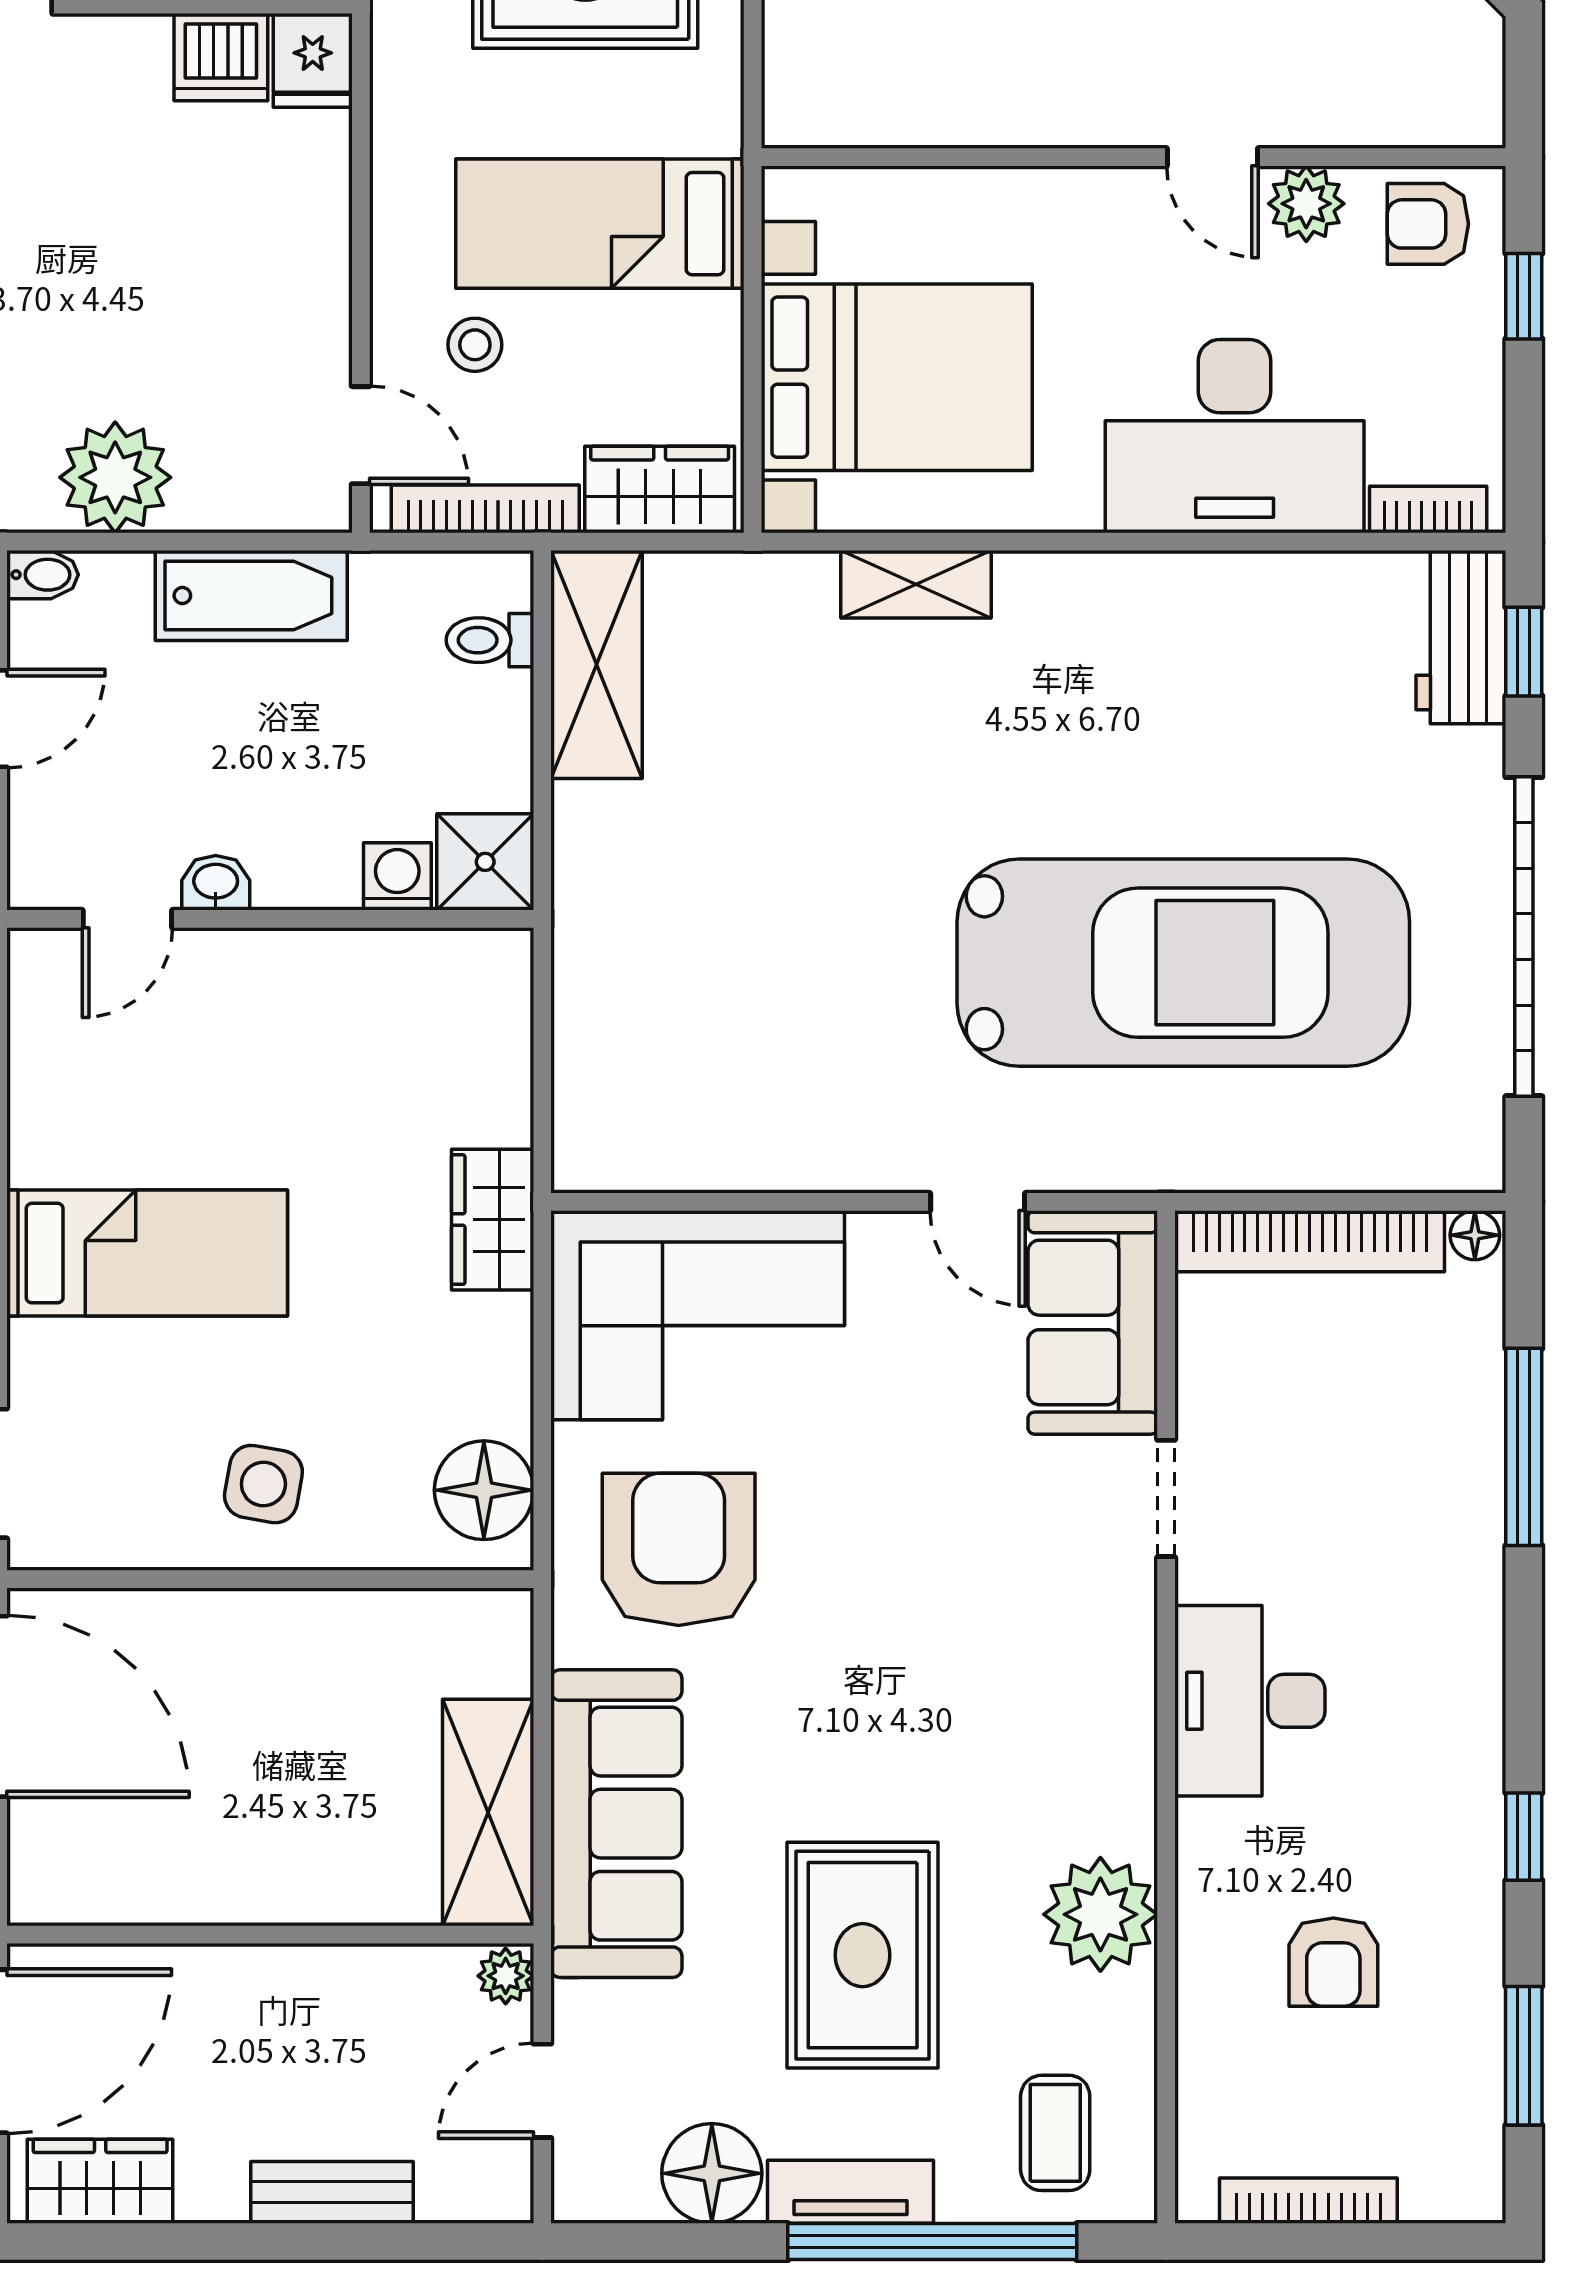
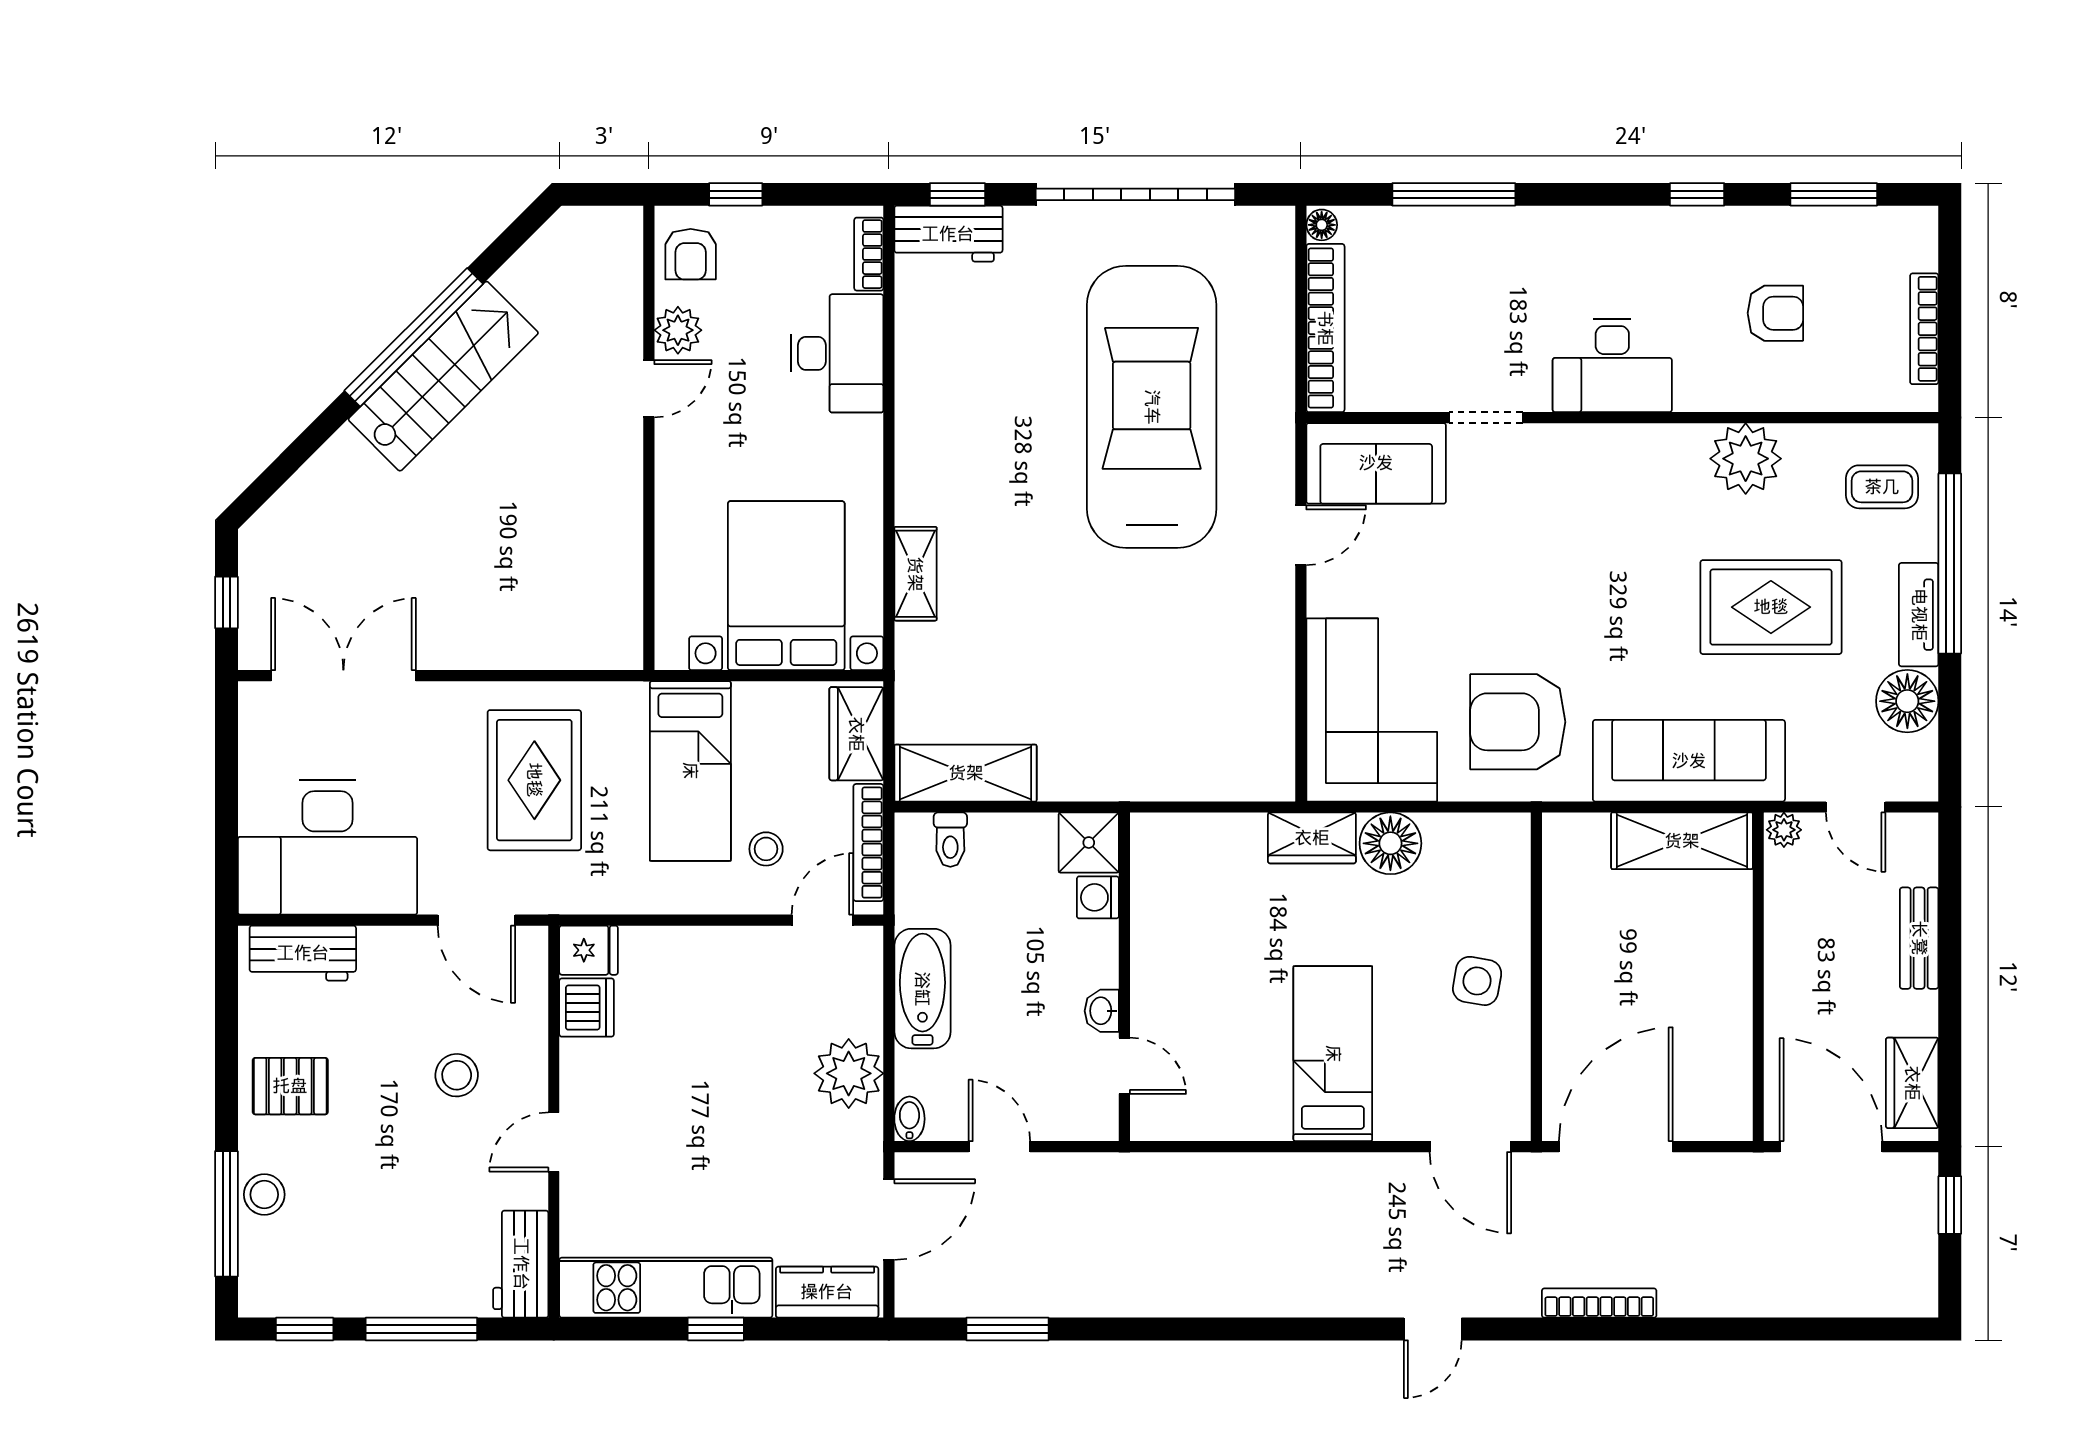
desk: (1235, 436) -> (837, 353), width x0.73, depth x0.77
floor lamp: (484, 1490) -> (1390, 843), moved

